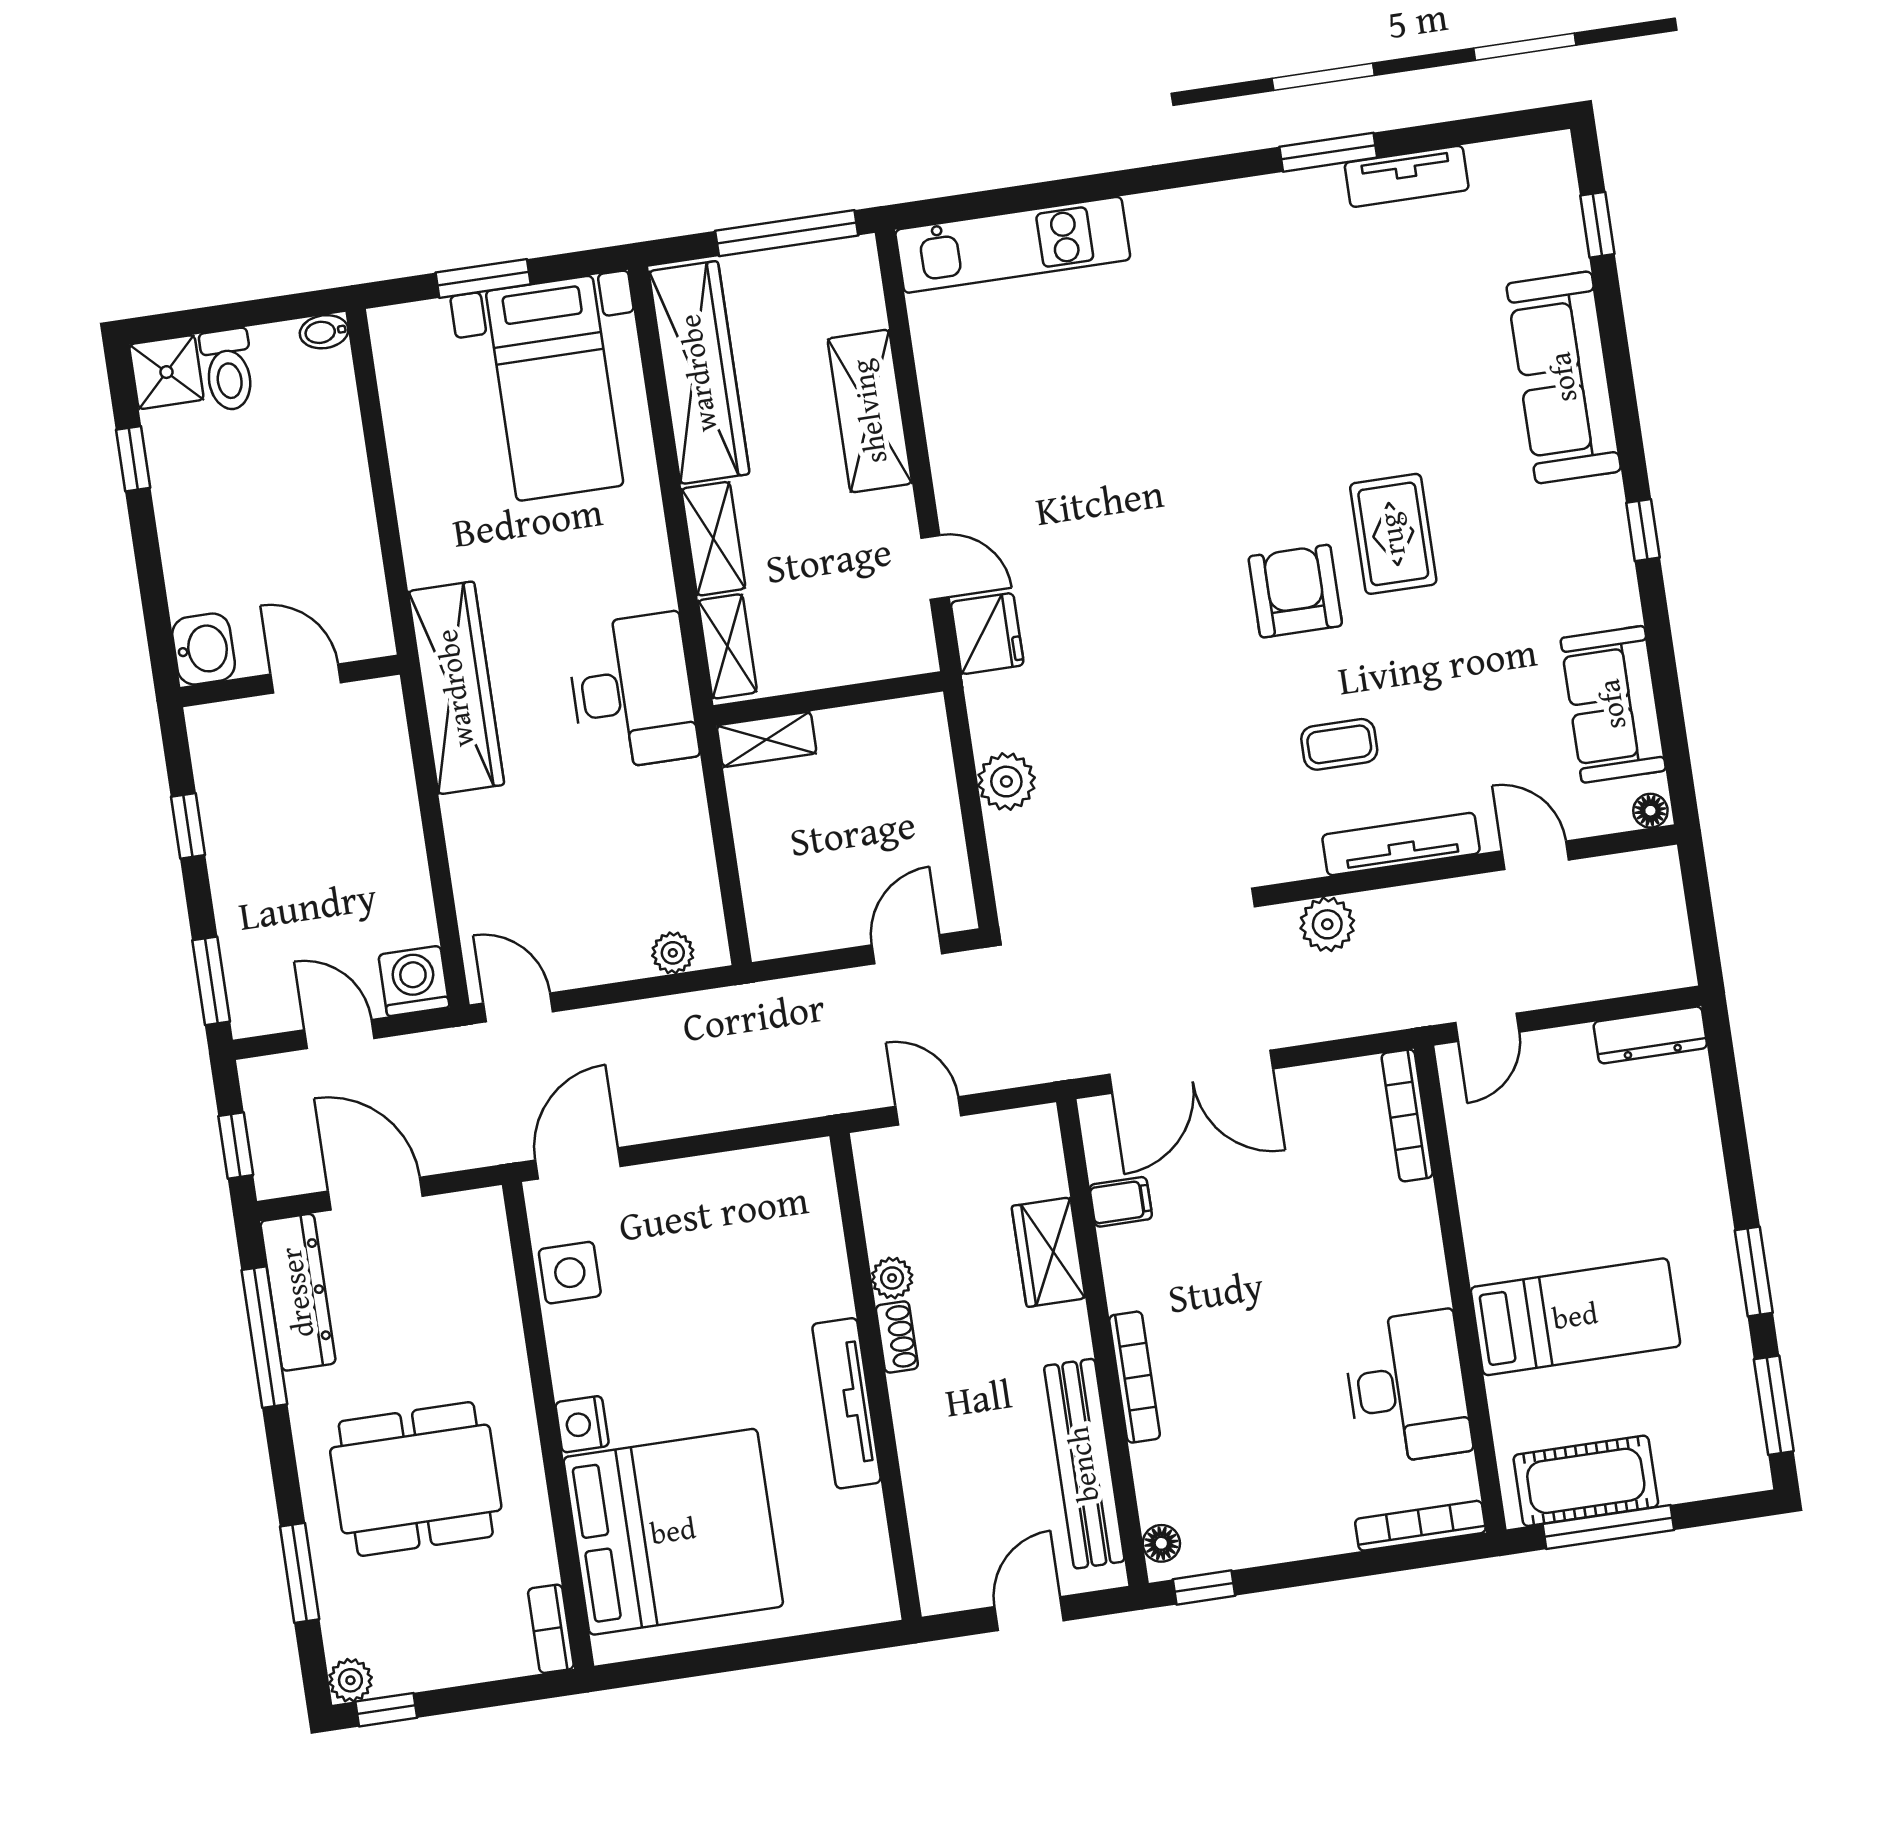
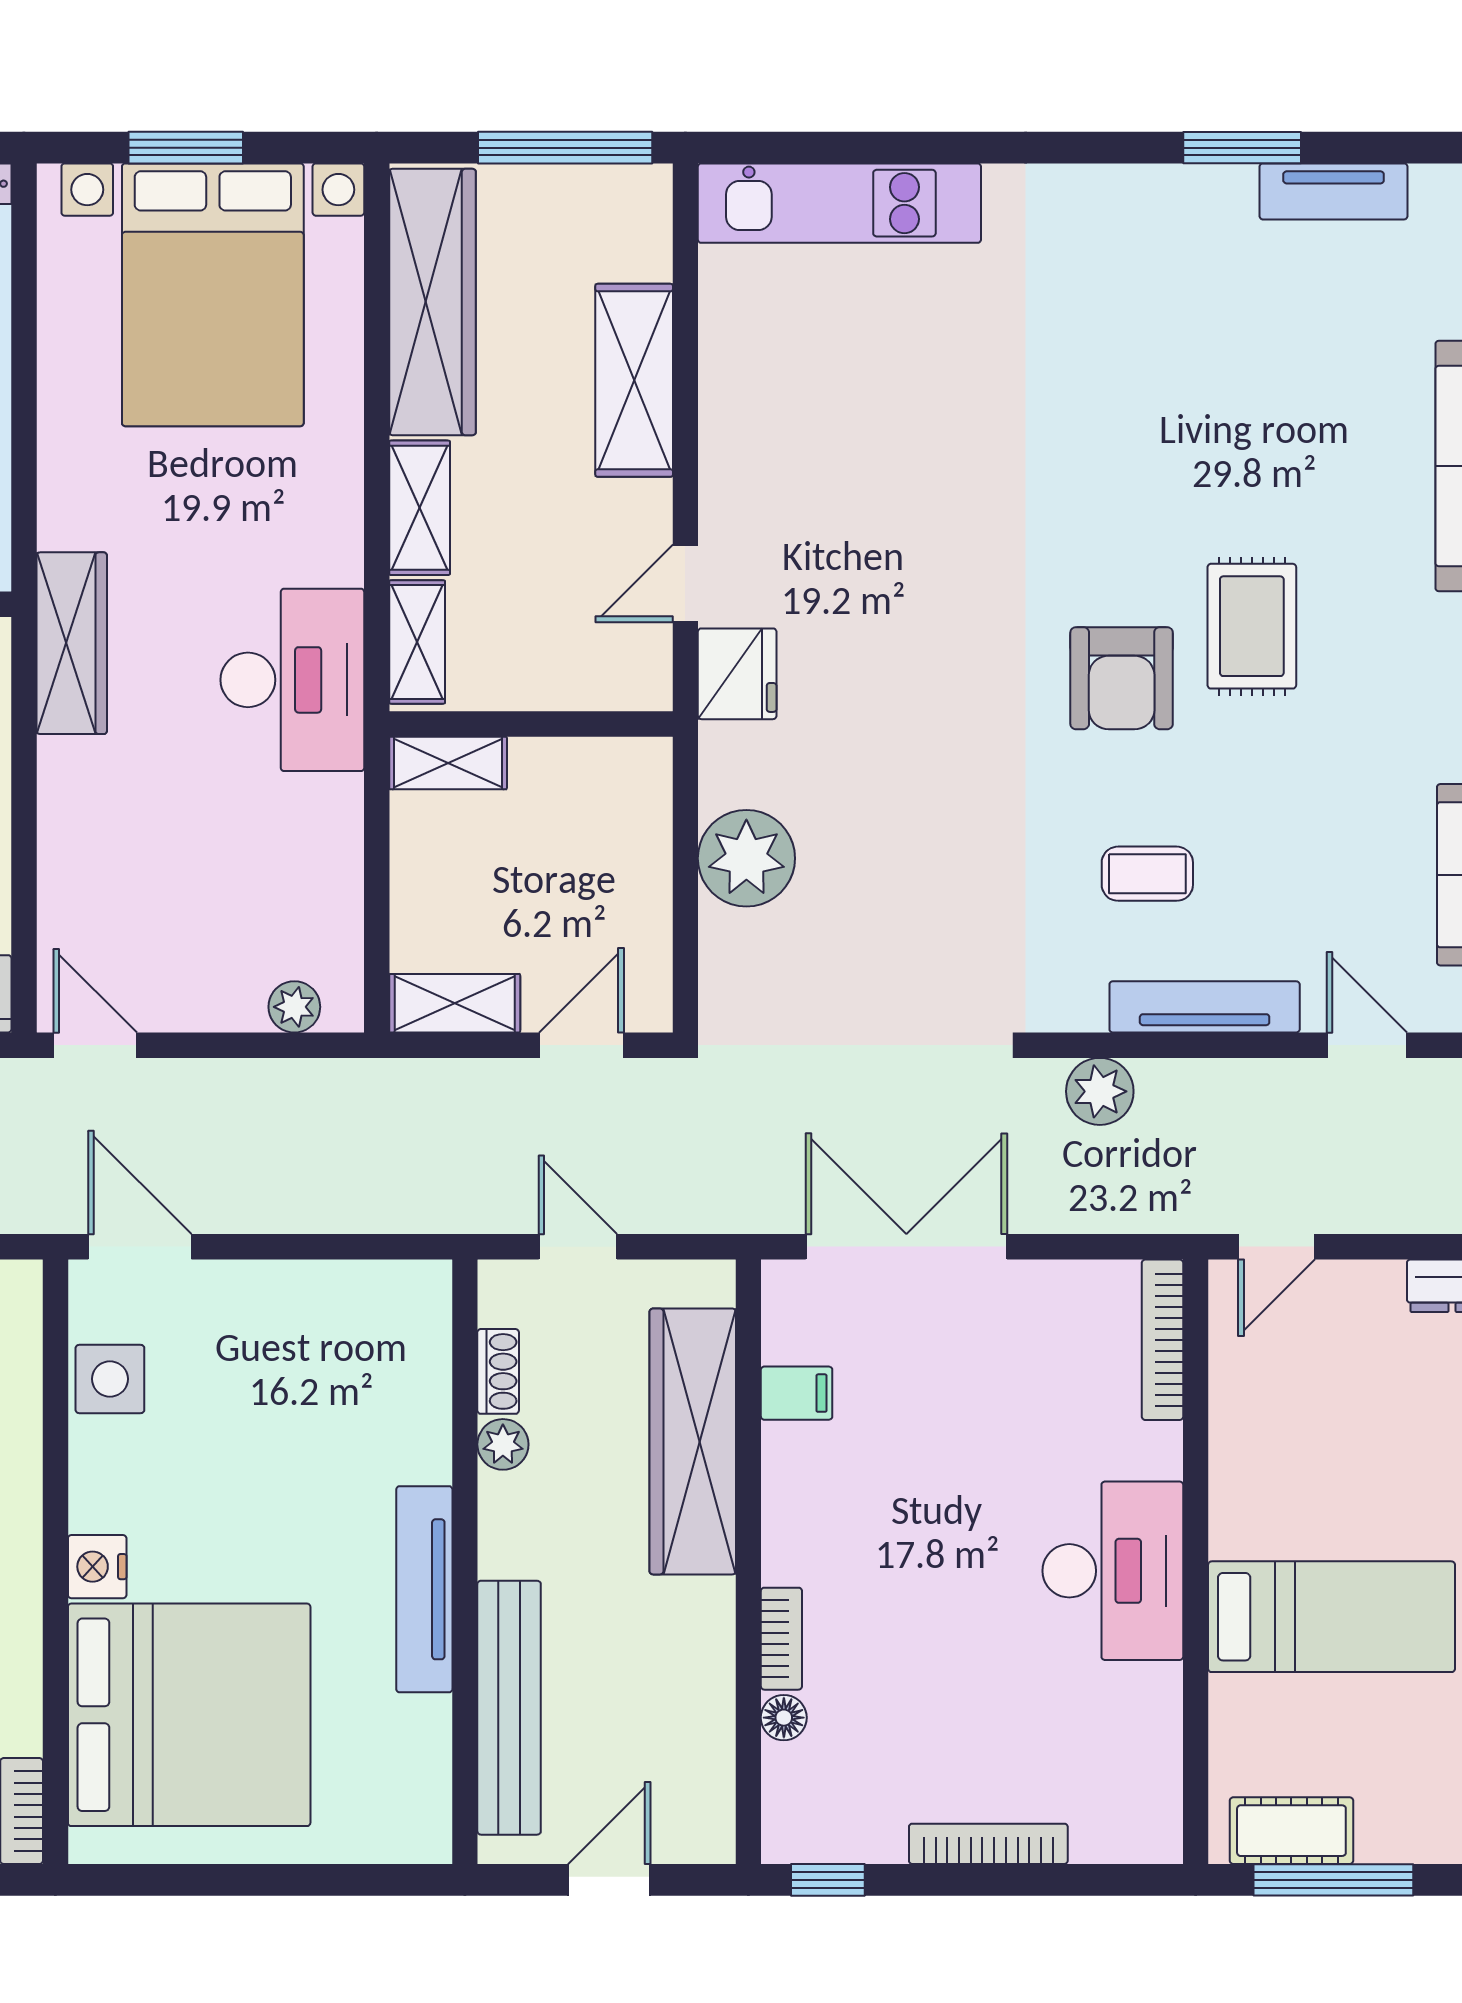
bed with nightstands: (555, 388) -> (213, 295), width x1.36
door: (935, 567) -> (685, 583), swing flipped
armchair: (1295, 591) -> (1122, 678), turned 180
wardrobe: (456, 688) -> (72, 643), width x0.71, depth x0.85
plant: (1006, 782) -> (746, 858), width x1.36, depth x1.36
shelving: (801, 931) -> (455, 1003), added
double door: (1191, 1072) -> (906, 1247), swing flipped
door: (578, 1163) -> (140, 1247), hinge flipped
wardrobe: (1049, 1252) -> (693, 1441), width x2.10, depth x1.17
shoe rack: (897, 1337) -> (498, 1371), moved
bookcase: (1135, 1377) -> (781, 1639), width x0.64
desk: (1407, 1387) -> (1113, 1571), moved
bench: (1084, 1464) -> (509, 1708), moved
cot: (1586, 1481) -> (1291, 1831), width x0.73, depth x0.75
bookcase: (1420, 1526) -> (988, 1844), moved
floor lamp: (1161, 1543) -> (784, 1718), moved

